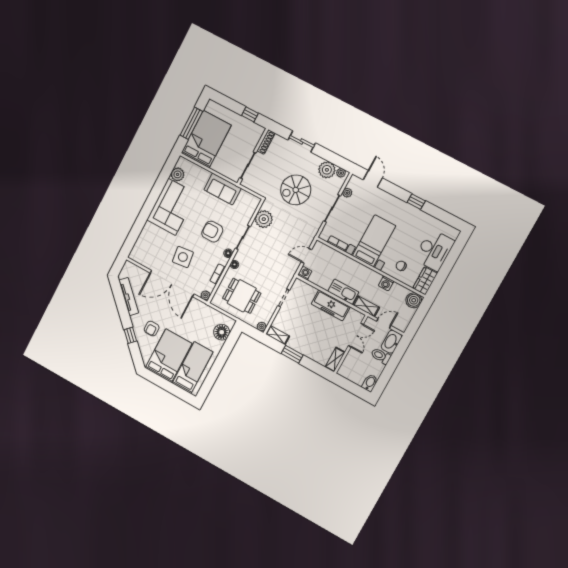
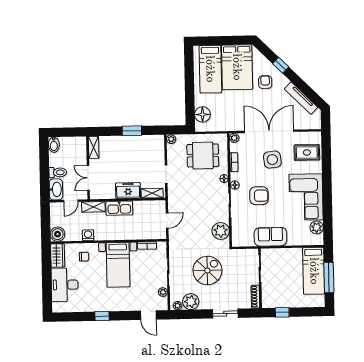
bed: (206, 139) -> (314, 271), width x0.67
rug: (150, 246) -> (307, 152), added
washing machine: (305, 273) -> (160, 205), removed
freezer: (331, 305) -> (128, 191), width x0.71
shelving: (278, 335) -> (152, 193), moved

